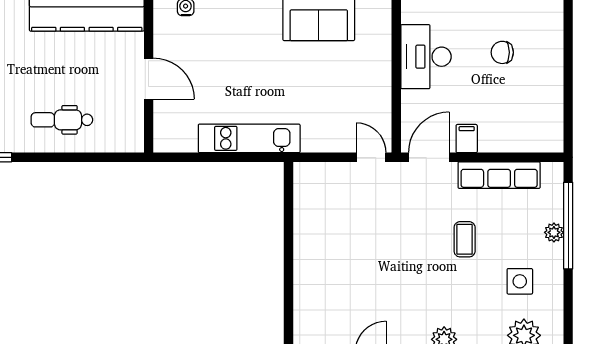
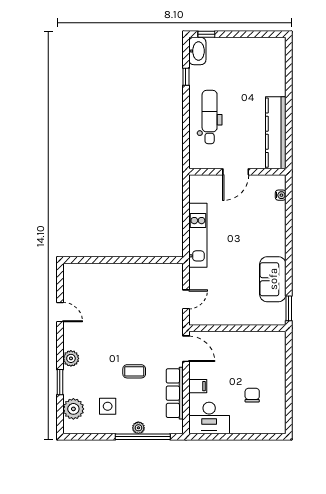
desk: (426, 57) -> (209, 418), moved, turned 180
dental chair: (62, 120) -> (210, 117), width x1.36, depth x1.38
filing cabinet: (467, 139) -> (198, 386), moved
door: (371, 157) -> (186, 299), moved

